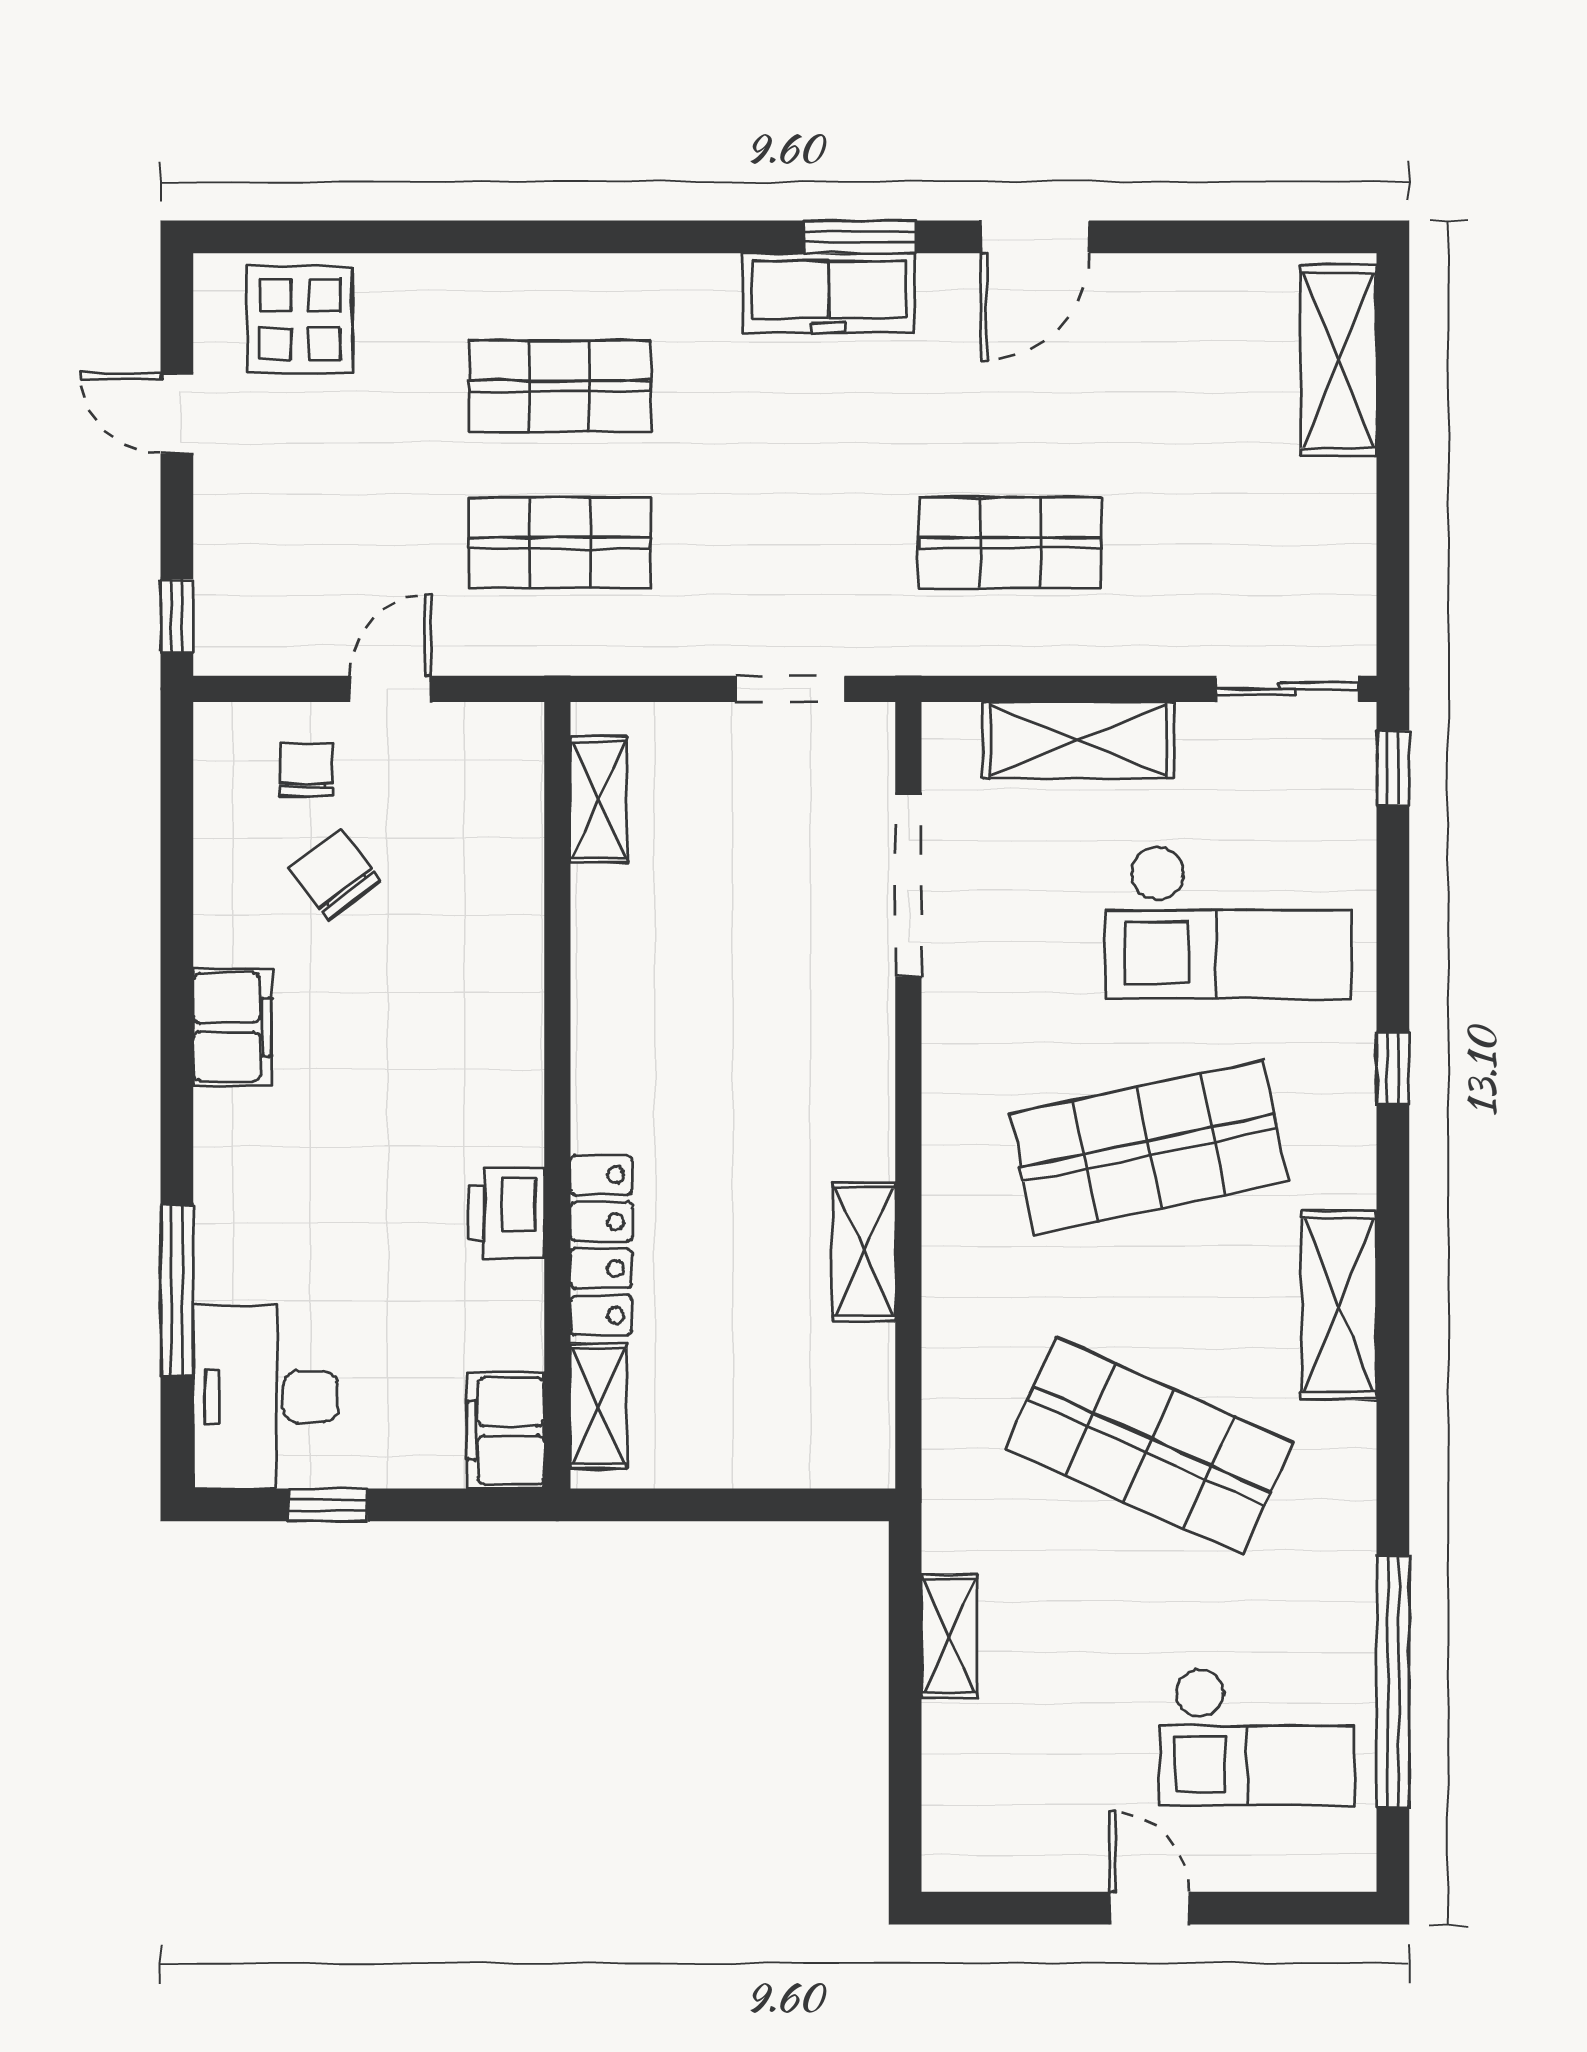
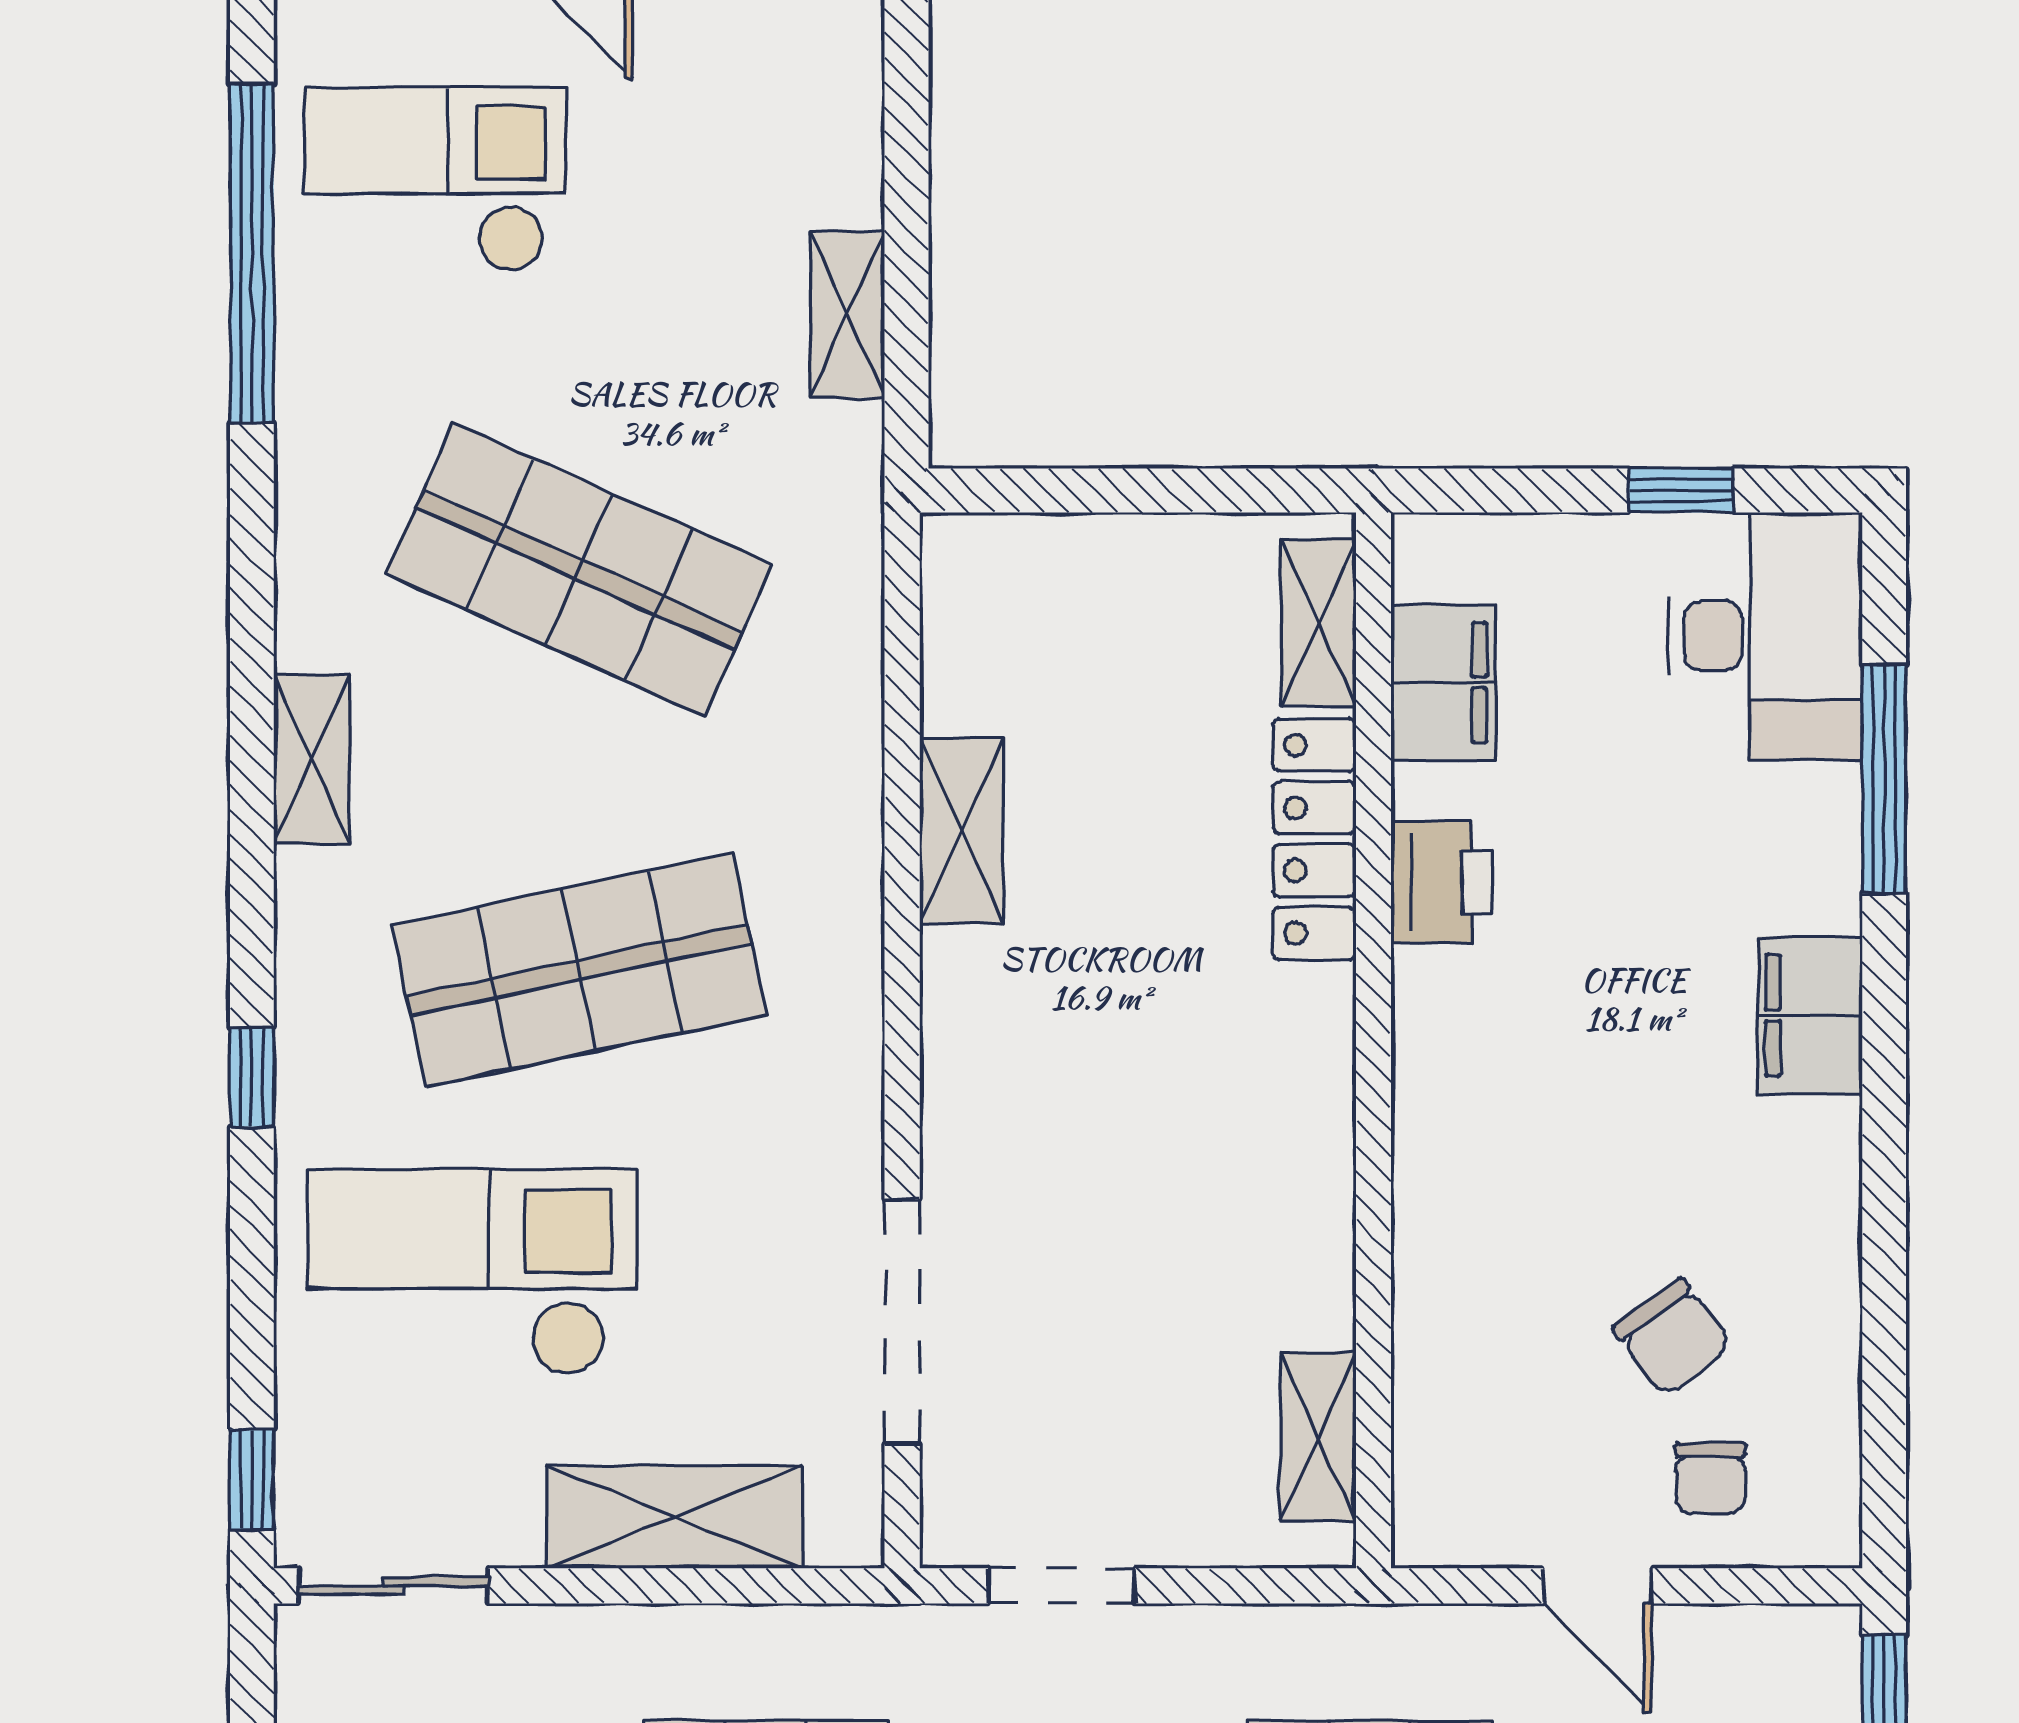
door: (390, 689) -> (1598, 1586), hinge flipped
filing cabinet: (232, 1027) -> (1810, 1015), moved
shelving: (1339, 1305) -> (312, 759), width x0.67, depth x0.75
filing cabinet: (506, 1431) -> (1443, 683), moved

